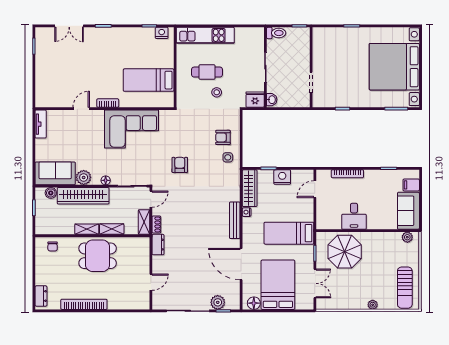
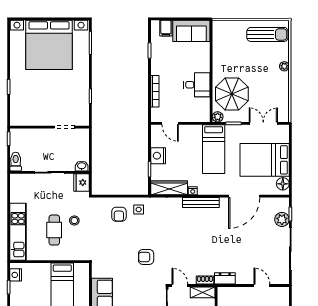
plant: (407, 237) -> (218, 117), moved

